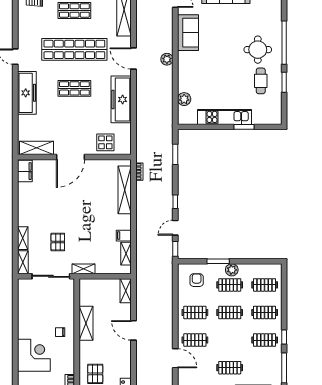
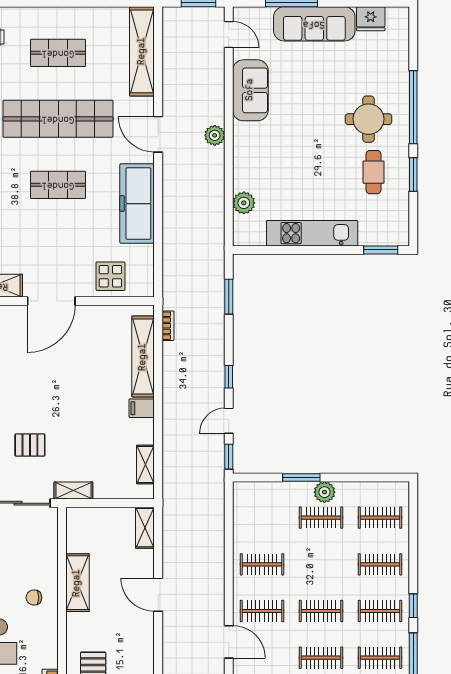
window: (244, 127) -> (381, 250), moved
filing cabinet: (124, 236) -> (142, 408), moved
pallet: (58, 242) -> (30, 445), turned 90
armchair: (197, 280) -> (265, 509), removed
clothes rail: (230, 312) -> (321, 611), moved
clothes rail: (265, 368) -> (380, 658), added

